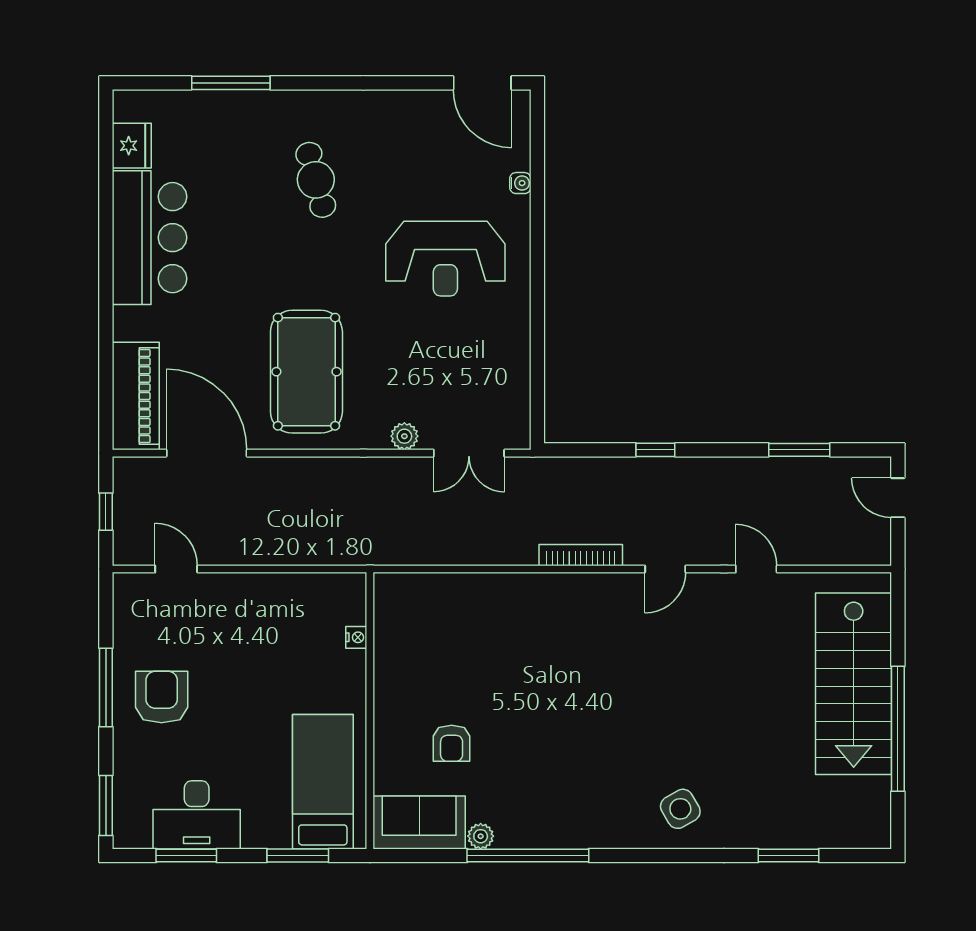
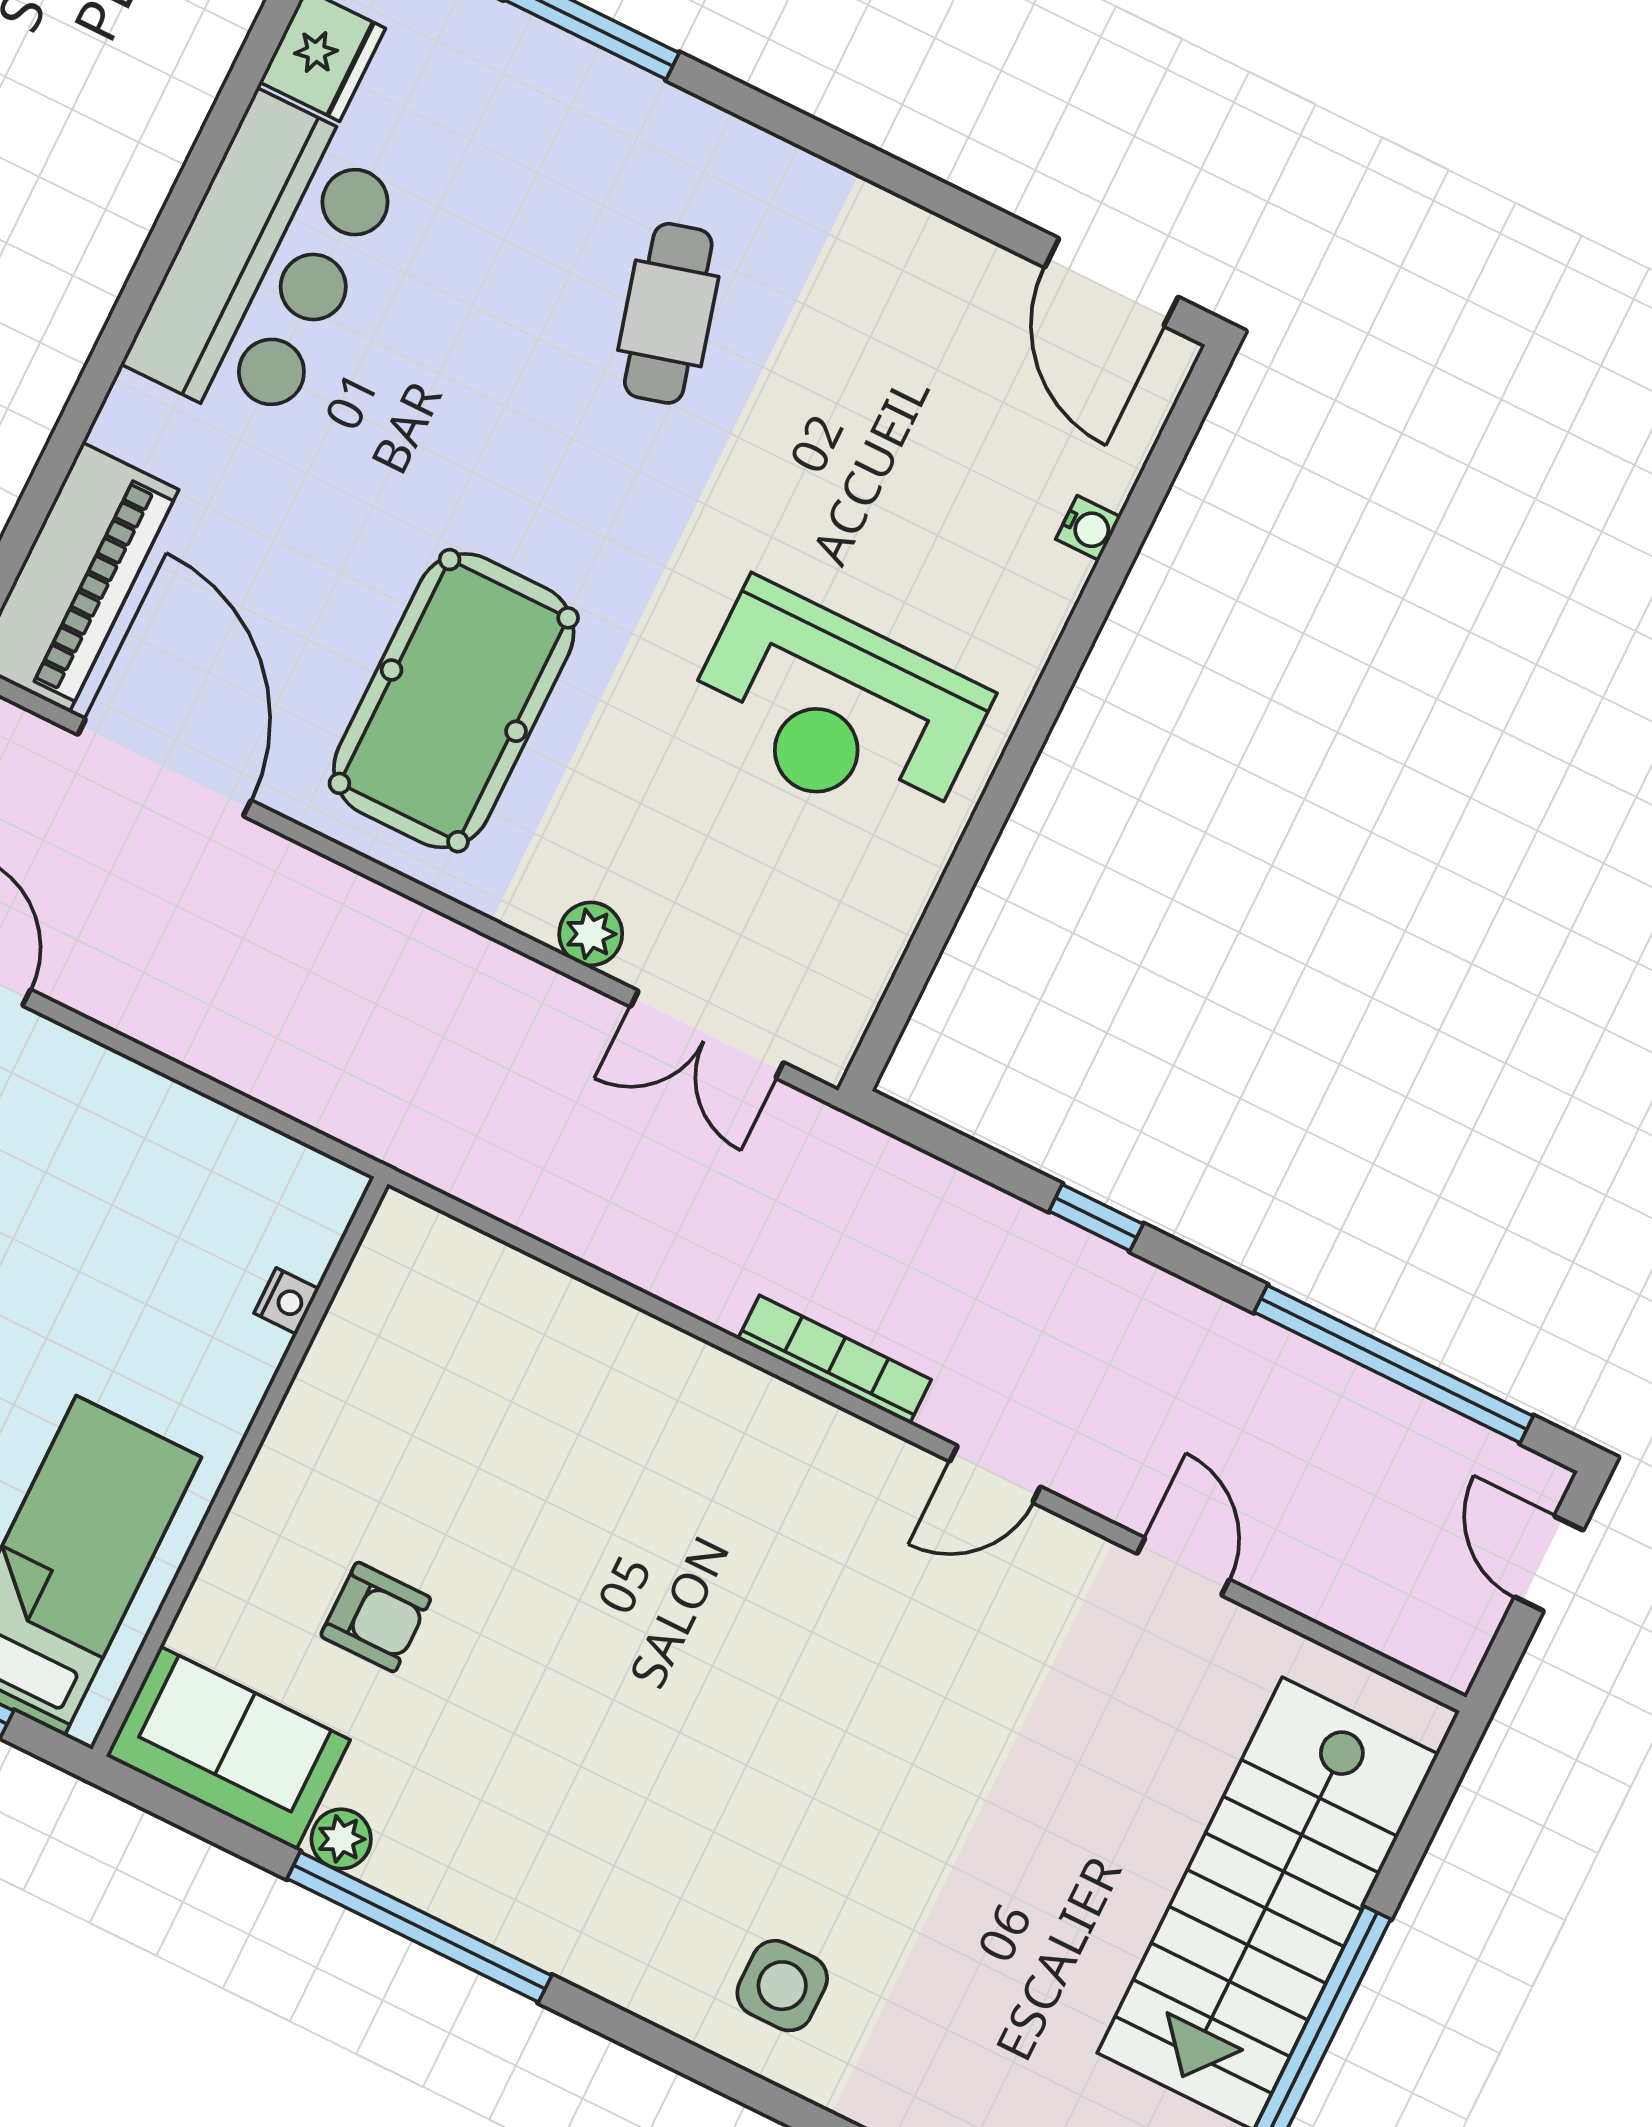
reception desk: (445, 259) -> (836, 710), moved
window: (799, 450) -> (1394, 1364), width x2.11
armchair: (452, 743) -> (376, 1617), turned -90
side table: (680, 809) -> (782, 1986), turned 30

